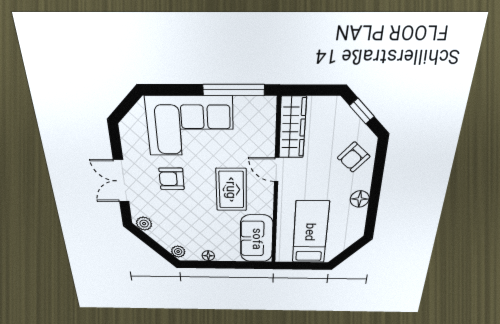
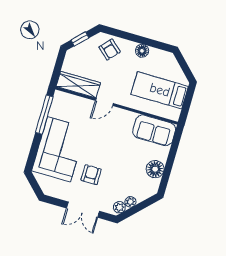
armchair: (172, 179) -> (91, 175), turned 180
rug: (231, 190) -> (110, 137), removed
plant: (178, 252) -> (130, 202), moved
floor lamp: (208, 256) -> (155, 169), width x1.89, depth x1.89

